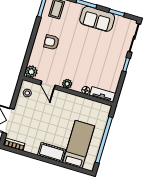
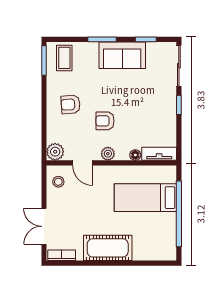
armchair: (72, 61) -> (105, 121), added
bed: (79, 144) -> (145, 198), moved, turned -90
cot: (52, 152) -> (108, 248), width x1.37, depth x1.34

